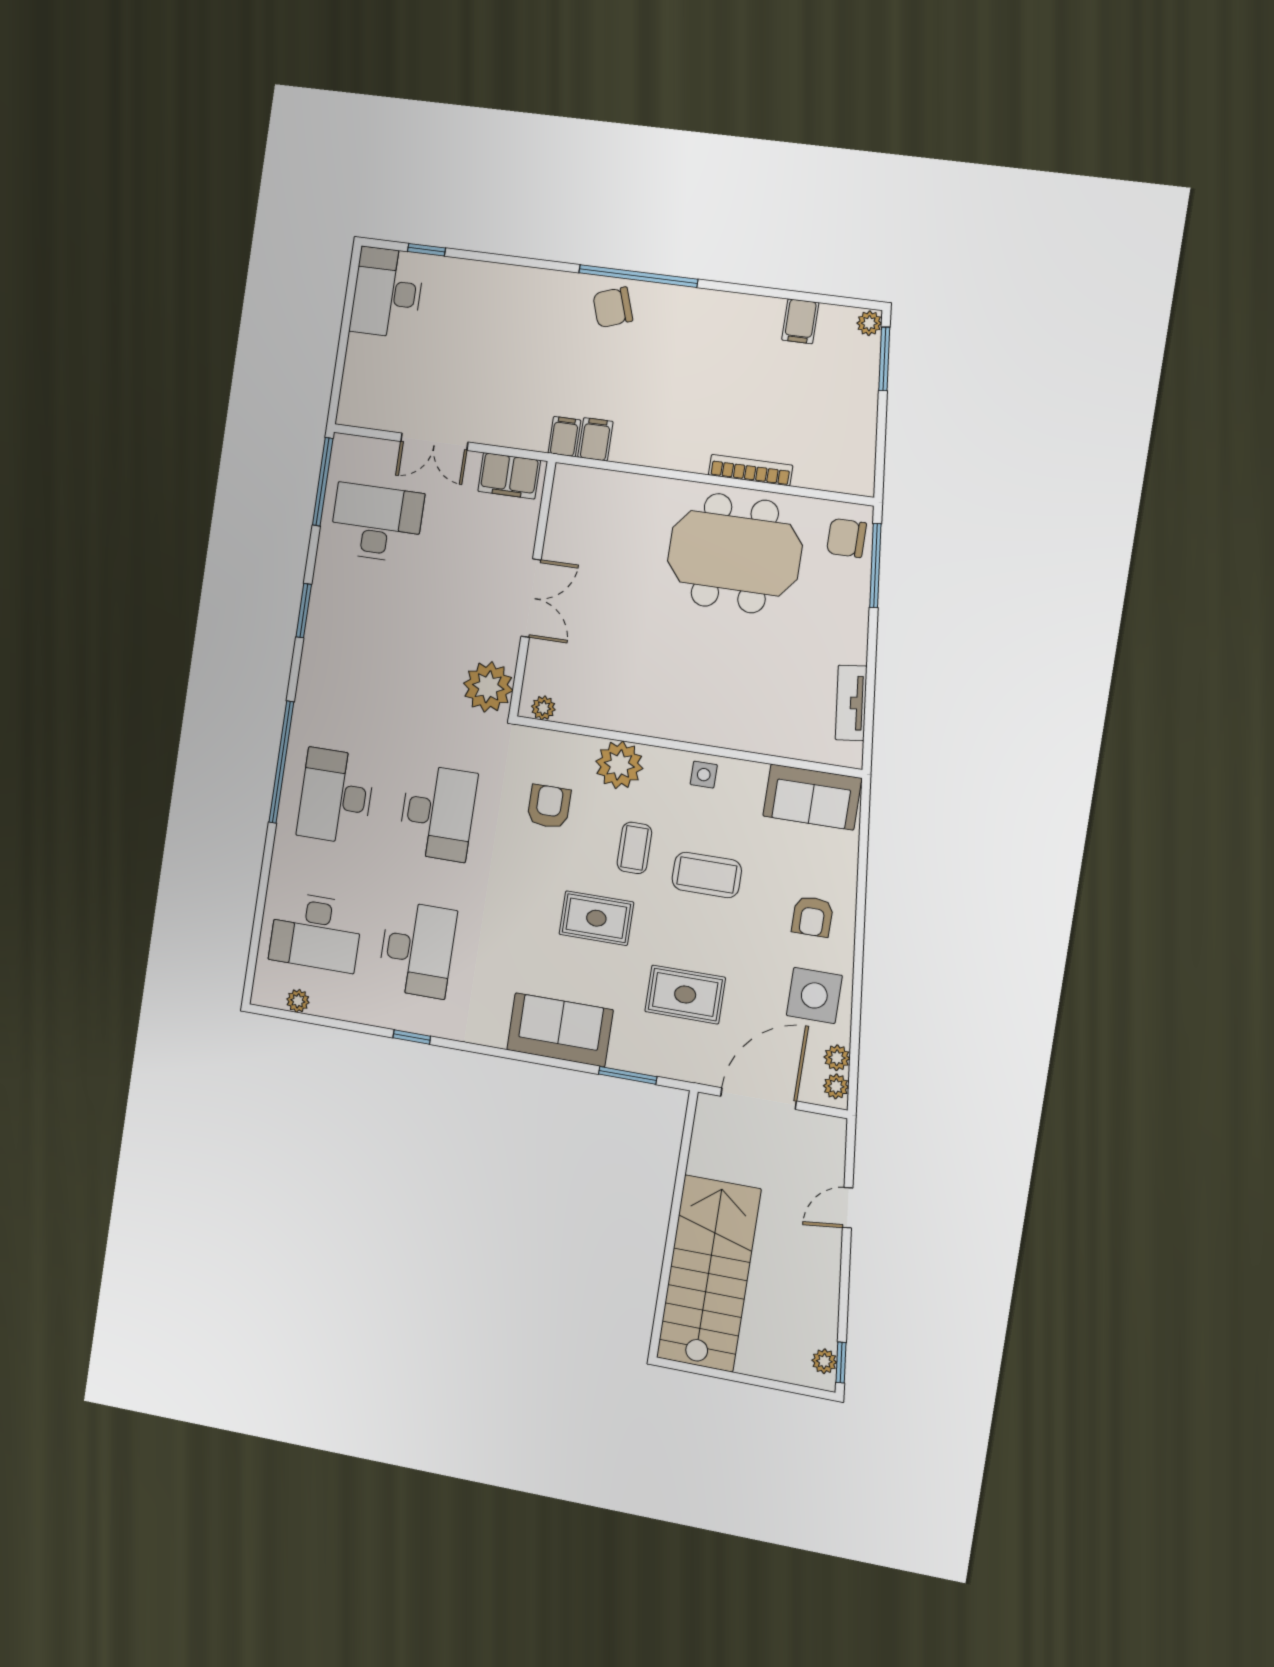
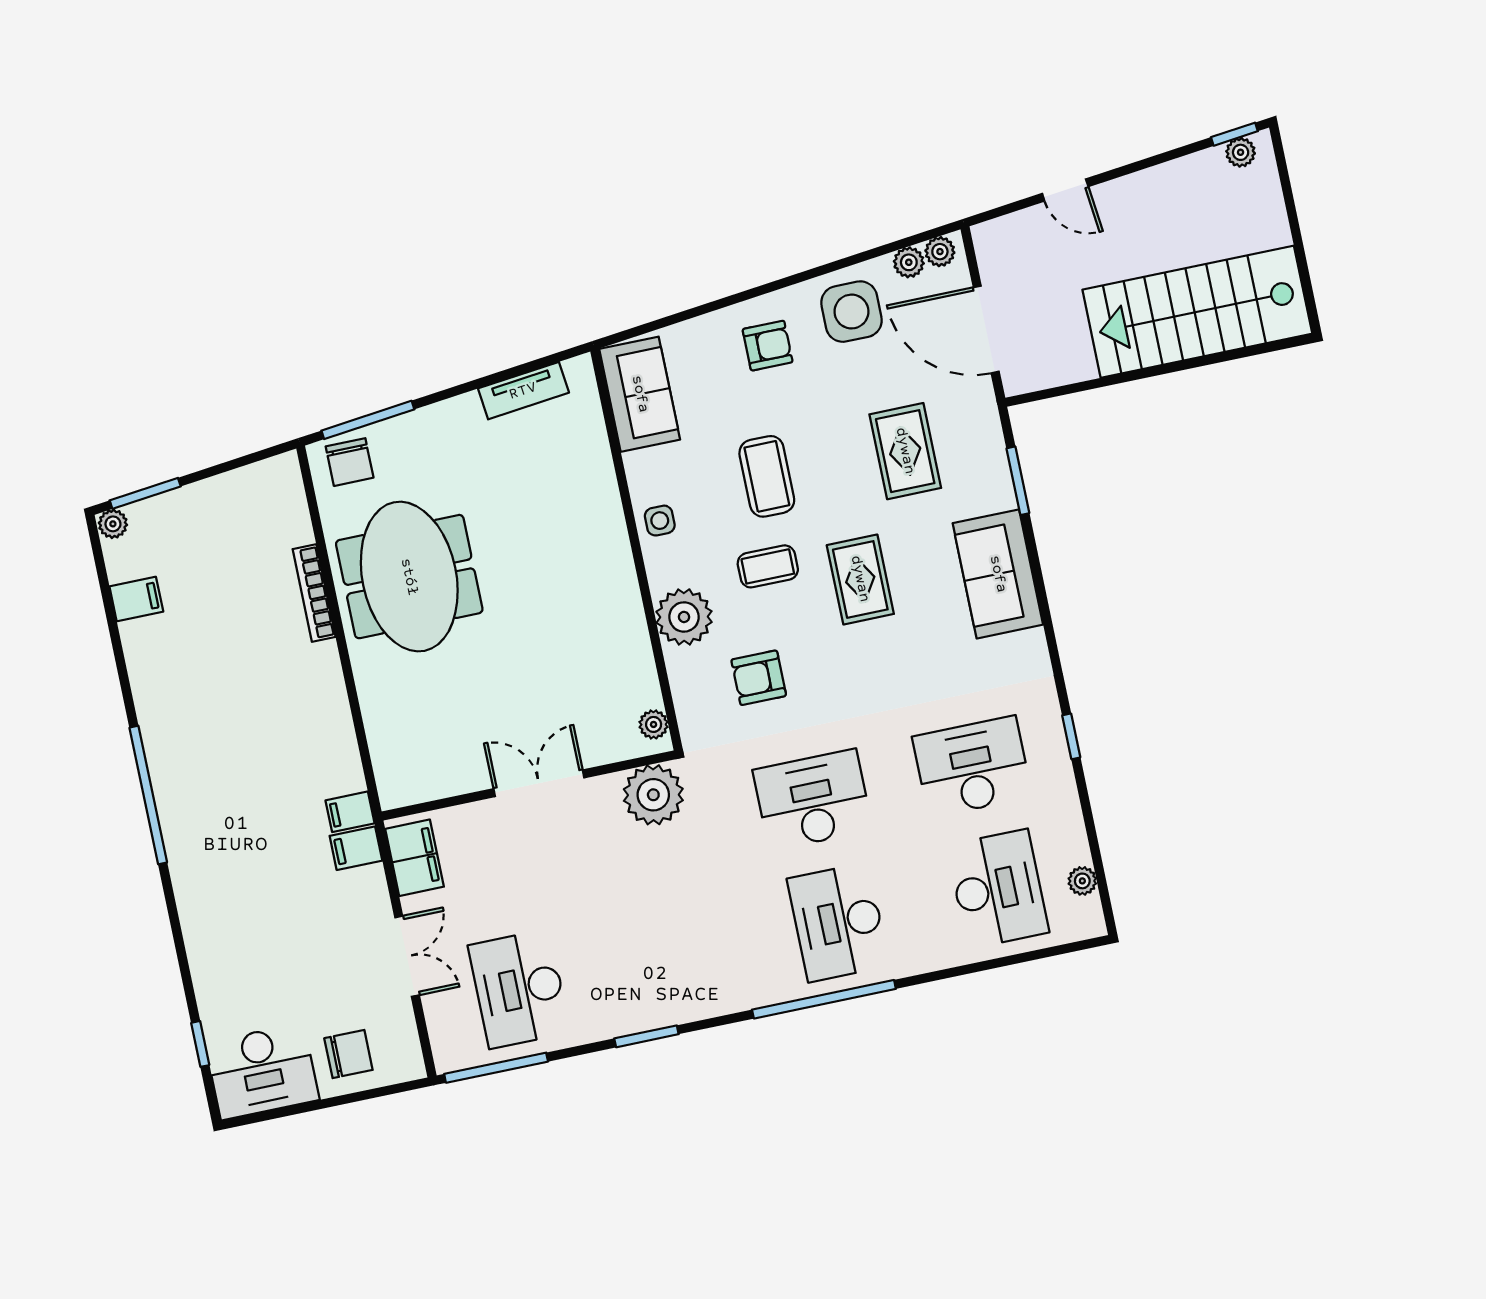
chair: (613, 307) -> (348, 1054), moved, turned -71
filing cabinet: (595, 439) -> (356, 848), moved
desk: (336, 796) -> (838, 922), turned 90

